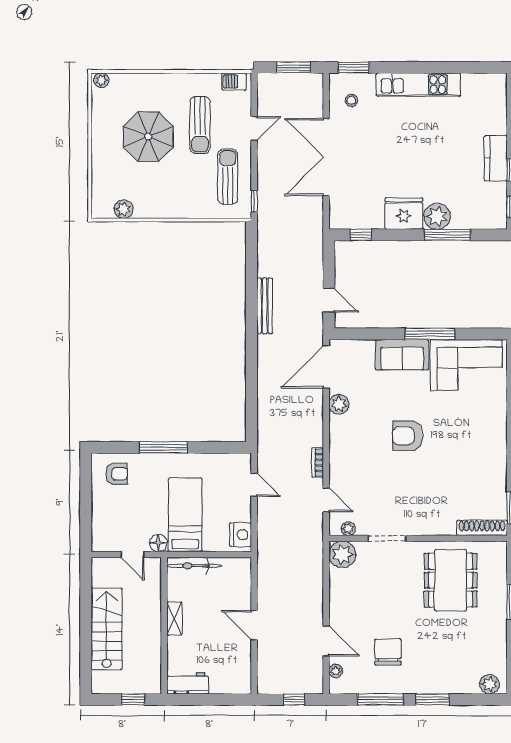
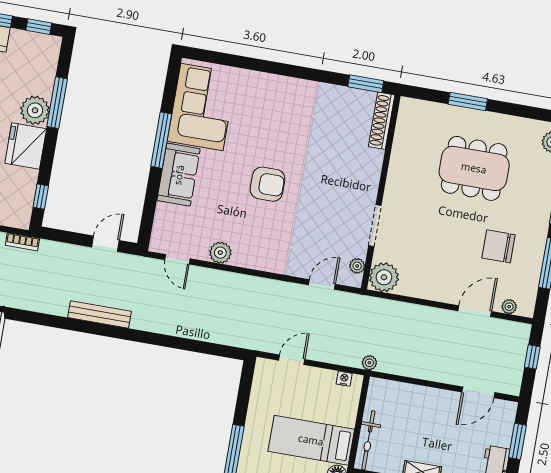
door: (326, 367) -> (177, 259), width x0.53
armchair: (407, 436) -> (268, 184), turned -90
bookcase: (318, 463) -> (22, 242), moved
nightstand: (241, 535) -> (344, 379), width x0.53, depth x0.56
plant: (264, 555) -> (369, 363), added
dining table: (451, 580) -> (474, 168), moved
door: (254, 625) -> (478, 392), moved
window: (216, 699) -> (518, 441), added

